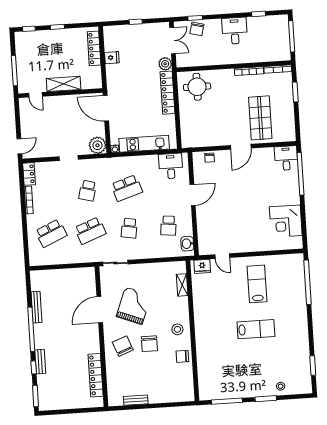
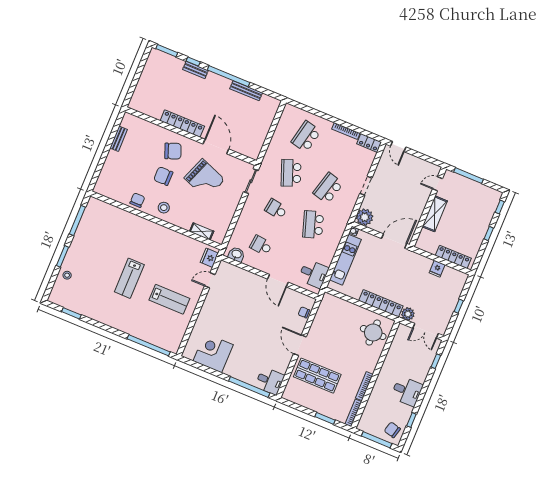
chair: (197, 29) -> (392, 430), moved
school desk: (88, 191) -> (328, 188), width x1.85
school desk: (51, 233) -> (306, 137), turned 36
locker: (96, 375) -> (182, 124), moved

